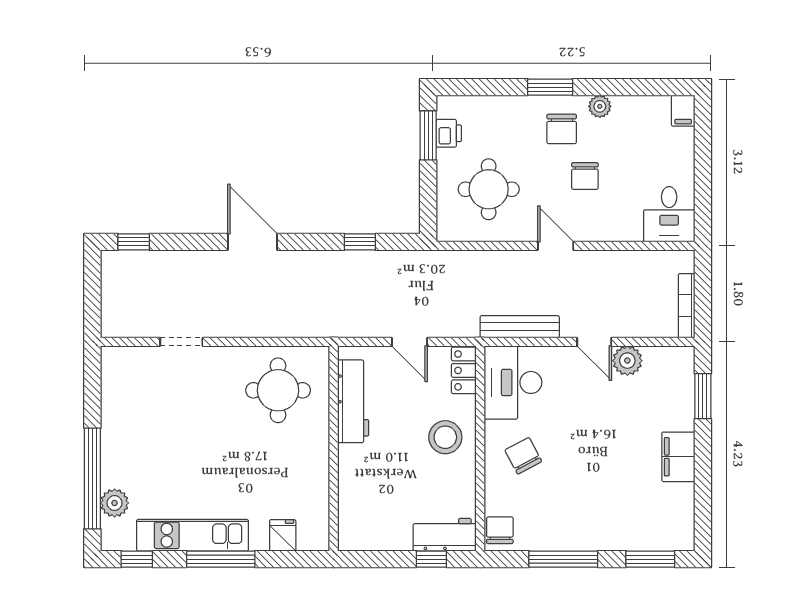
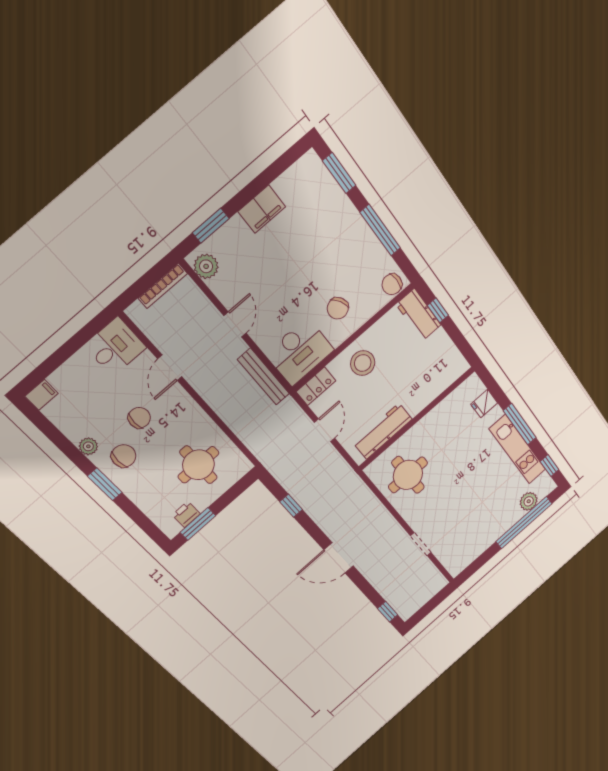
door: (253, 242) -> (339, 558), hinge flipped
door: (556, 246) -> (170, 368), moved
plant: (627, 361) -> (206, 266), moved

